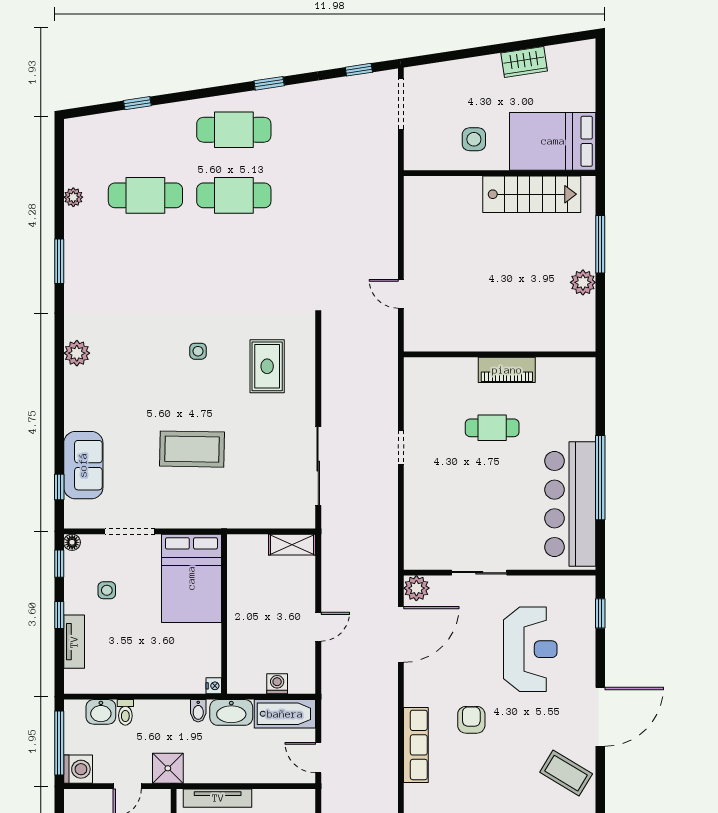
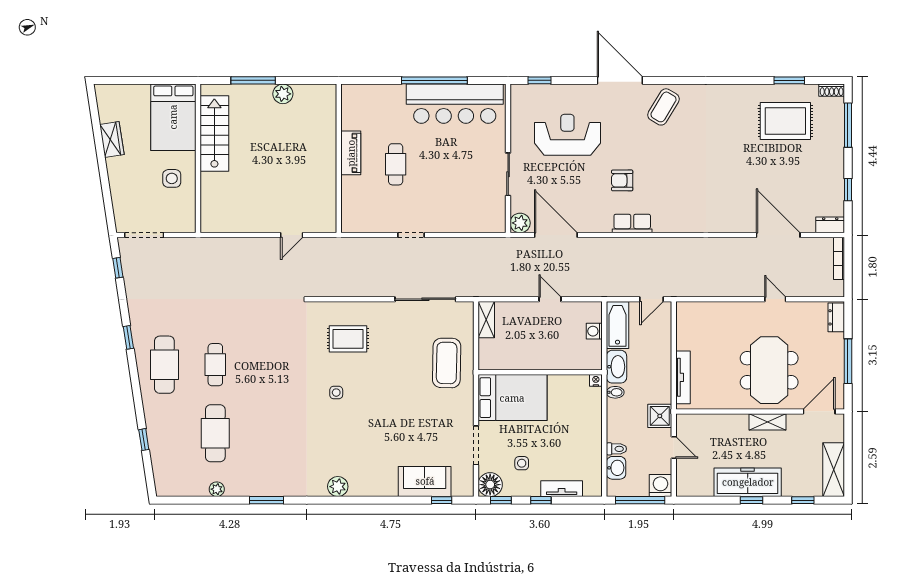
cafe table: (234, 195) -> (215, 365), width x0.73, depth x0.74
coffee table: (192, 449) -> (447, 363), moved
floor lamp: (72, 542) -> (490, 485), width x1.89, depth x1.89
row of seats: (416, 745) -> (632, 223), width x0.68

